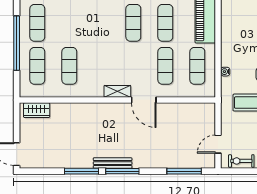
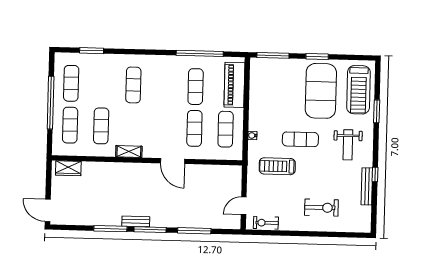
exercise mat: (133, 23) -> (133, 85), moved
shelving: (117, 91) -> (129, 151), moved
bench: (113, 163) -> (136, 221), width x0.73
window: (184, 171) -> (194, 231), moved

